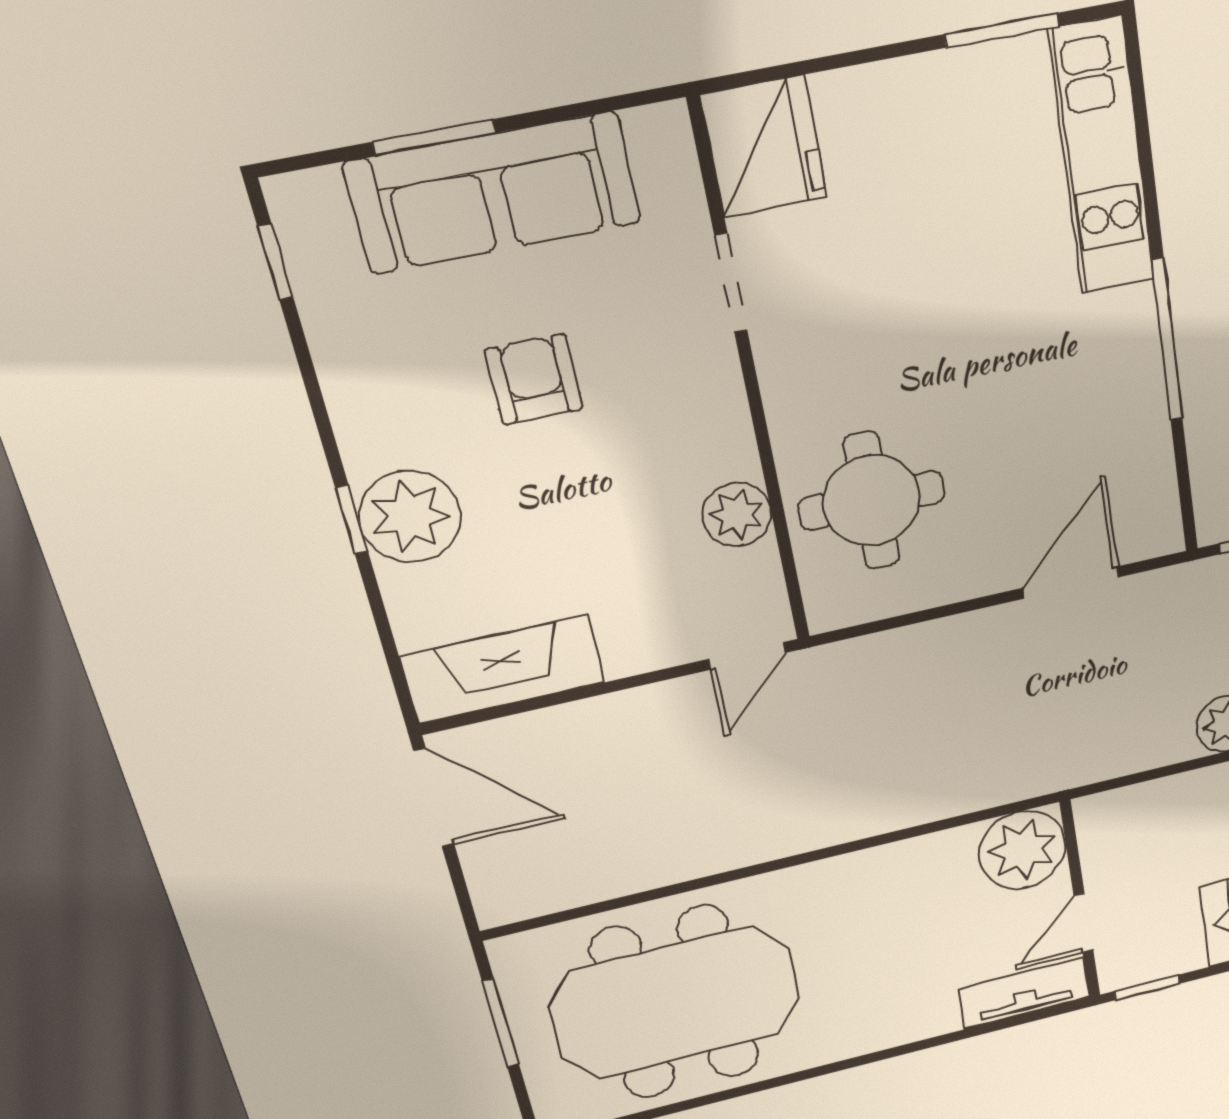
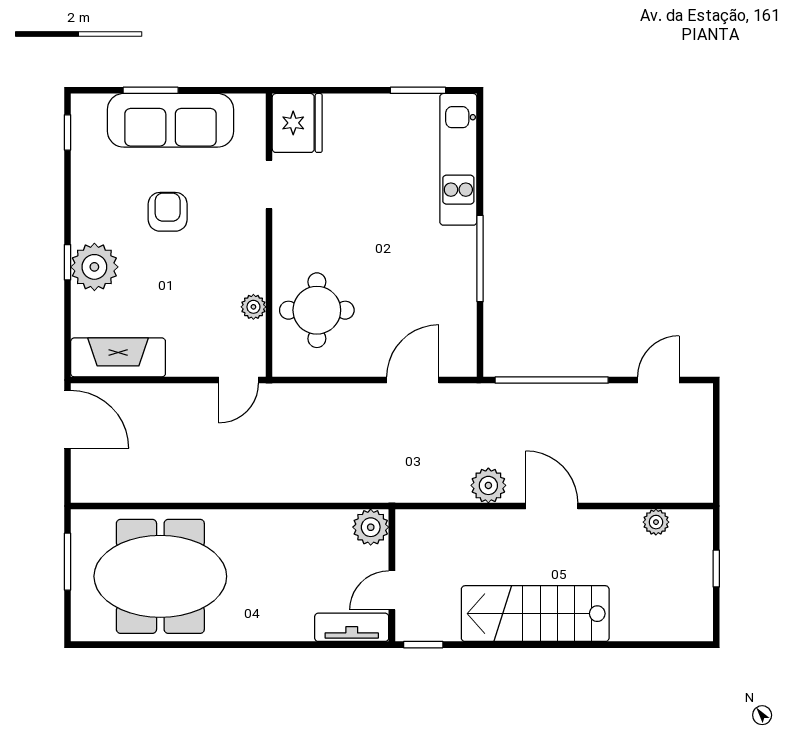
plant: (737, 515) -> (253, 307), width x0.73, depth x0.73
plant: (1022, 850) -> (371, 527), width x0.73, depth x0.73

